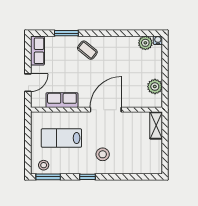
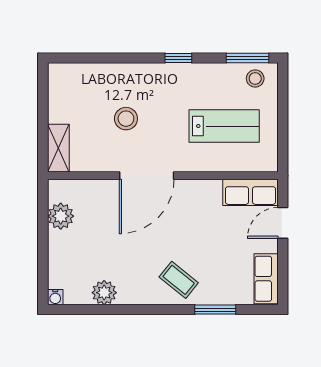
plant: (145, 43) -> (104, 293), moved
row of seats: (62, 100) -> (251, 192), moved
stool: (103, 154) -> (126, 119), moved

